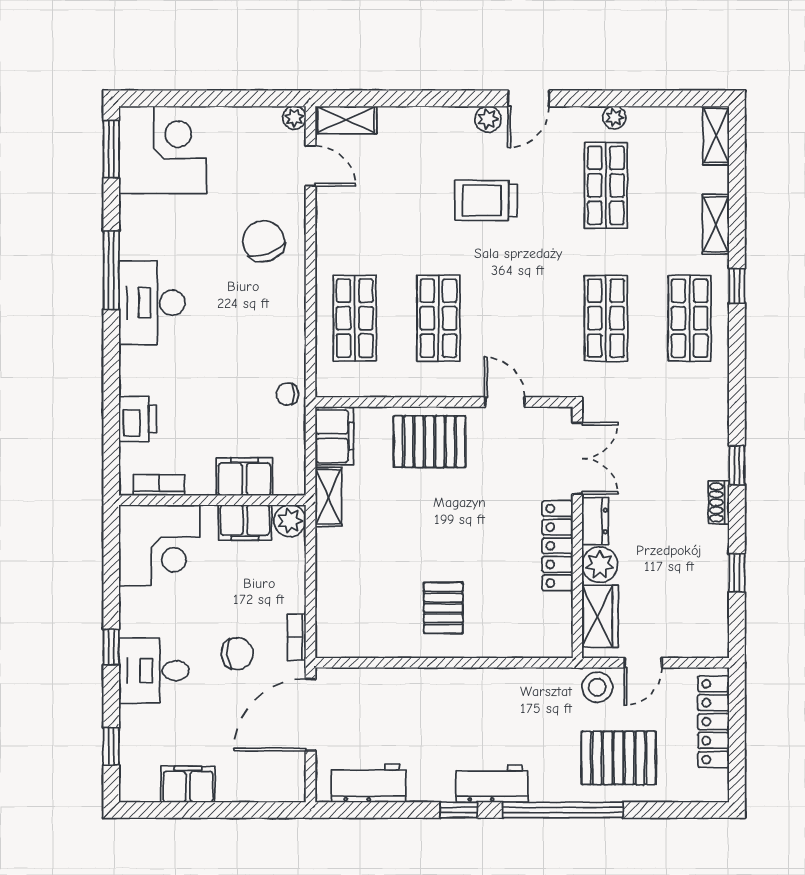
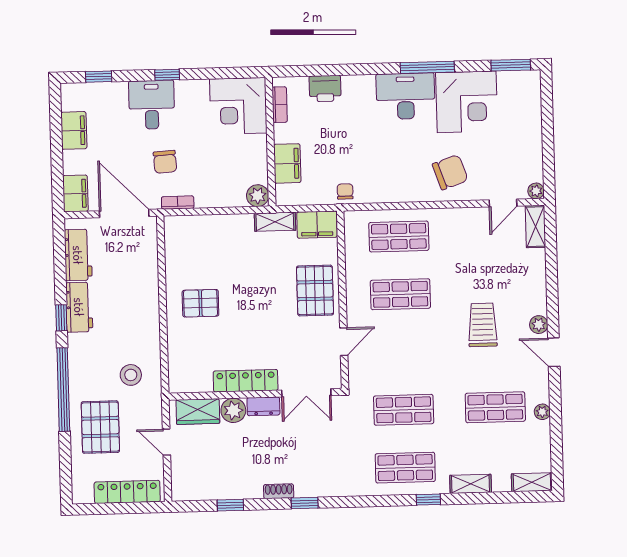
corner desk: (163, 150) -> (467, 102), moved
filing cabinet: (245, 522) -> (75, 193), moved, turned 180
stool: (597, 687) -> (131, 375), moved
workbench: (492, 784) -> (79, 307), moved

